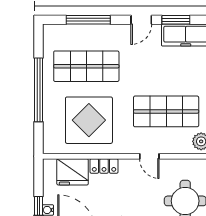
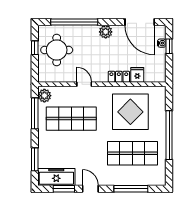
door: (141, 20) -> (90, 189), hinge flipped
fridge: (73, 172) -> (137, 75), width x0.53, depth x0.75

